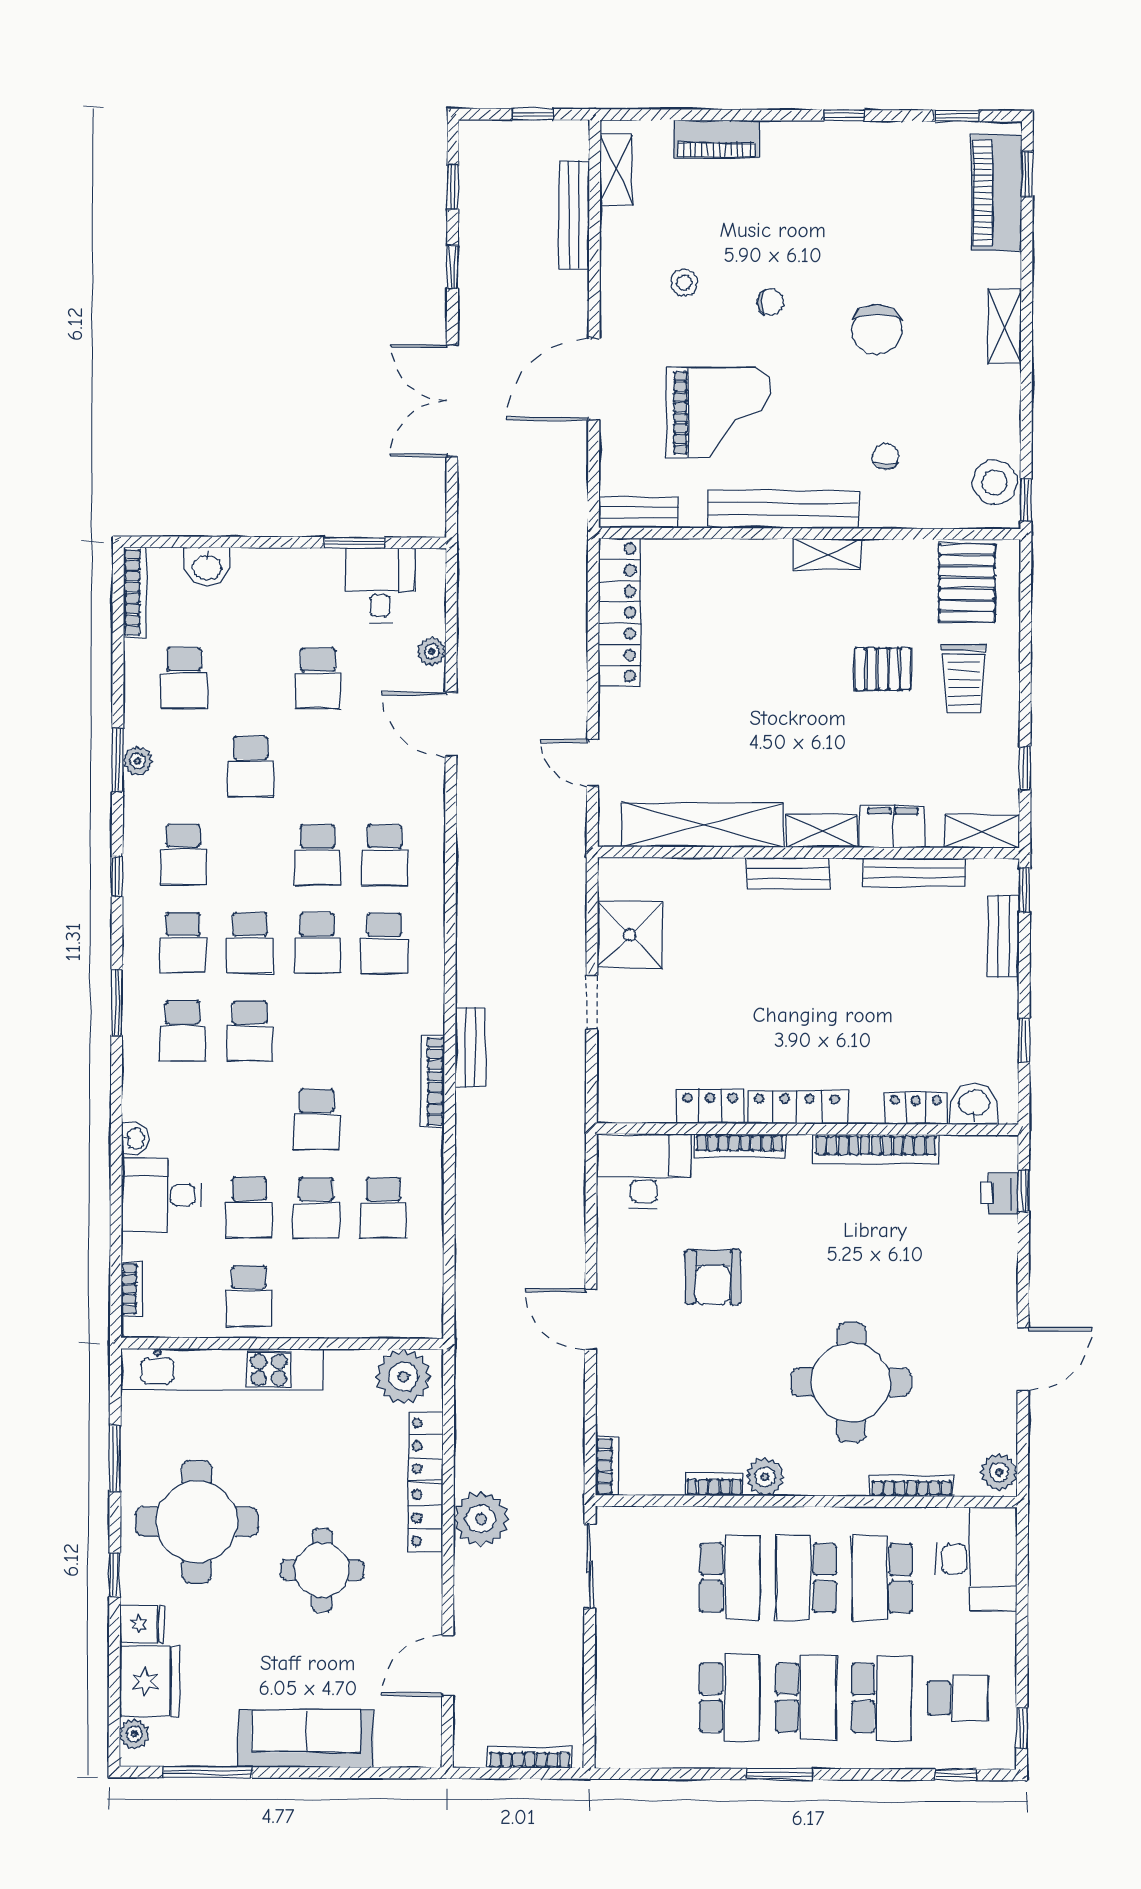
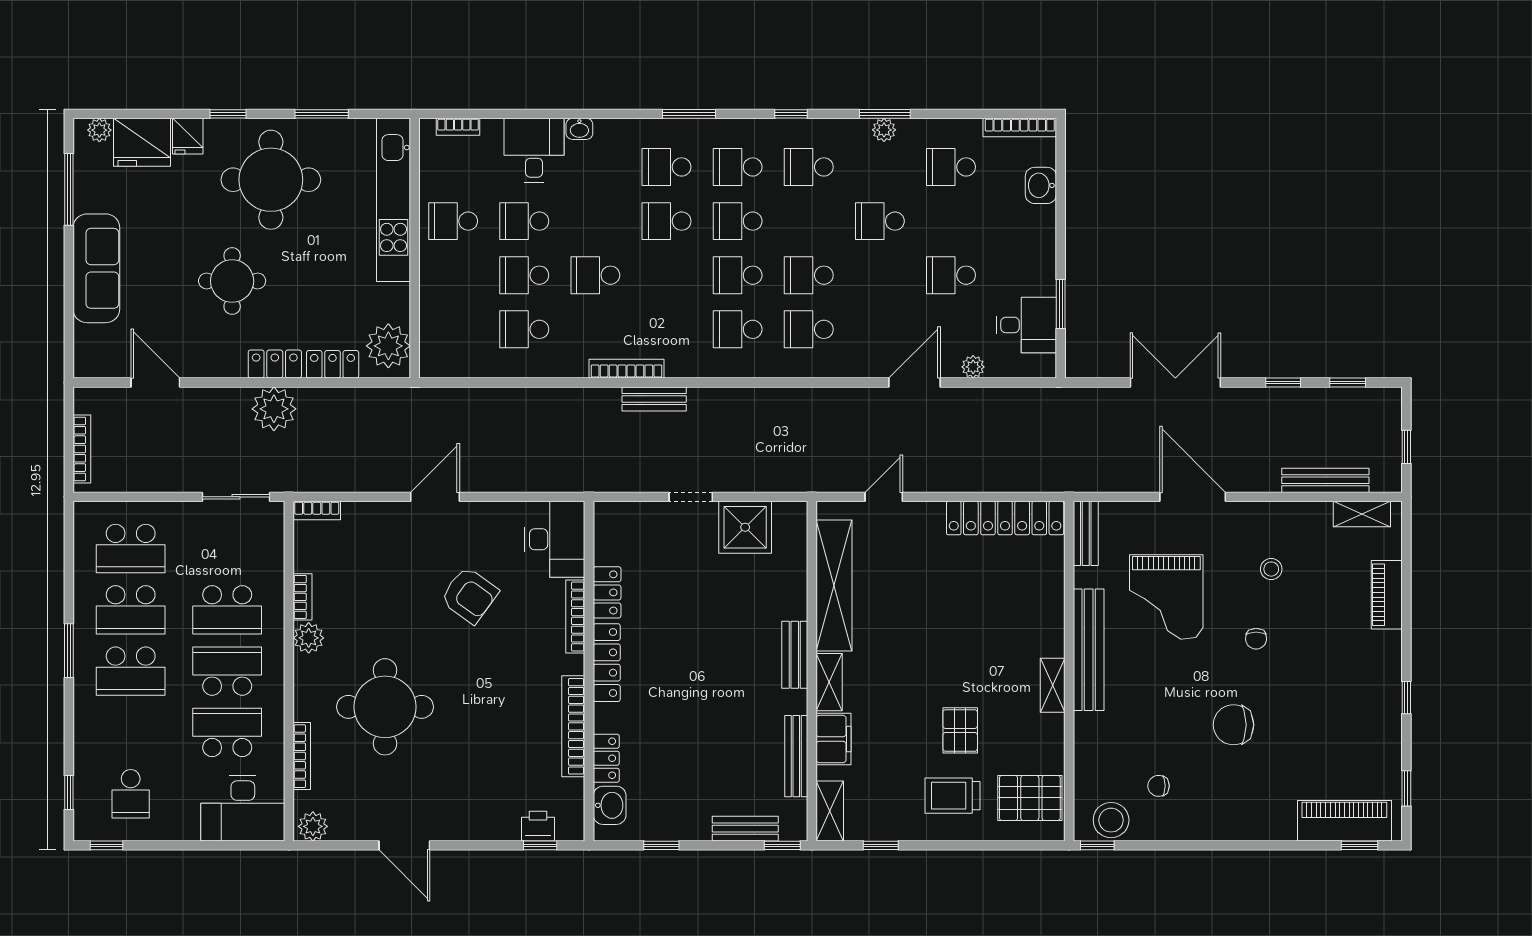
shelving: (1005, 326) -> (1237, 828), removed
chair: (885, 456) -> (1159, 786), moved, turned 180
armchair: (713, 1277) -> (469, 595), turned -144
school desk: (882, 1698) -> (131, 548), moved

